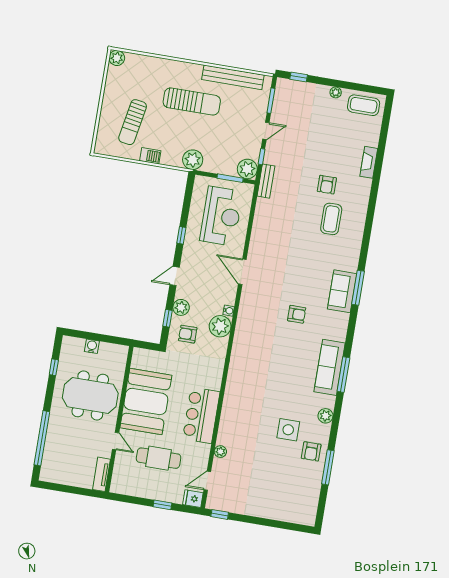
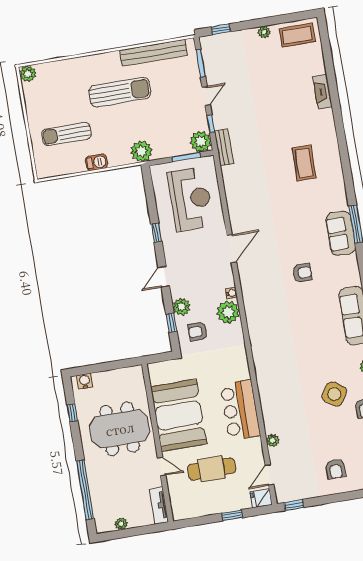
sun lounger: (133, 122) -> (67, 134), turned 80
armchair: (327, 185) -> (336, 469), moved
door: (242, 272) -> (232, 249), swing flipped
water cooler: (92, 346) -> (85, 381), moved
side table: (288, 430) -> (334, 394), turned 34
plant: (63, 479) -> (121, 524), added

